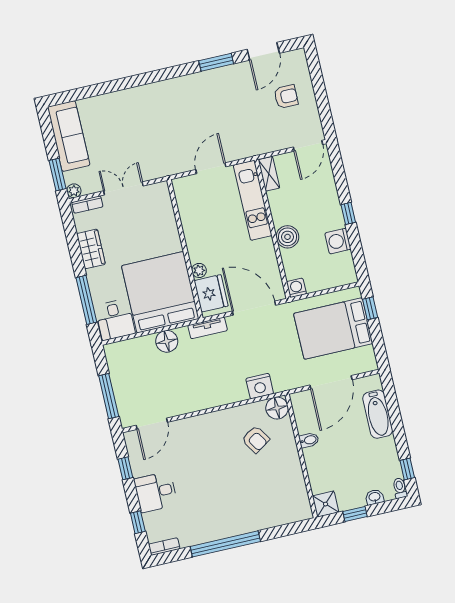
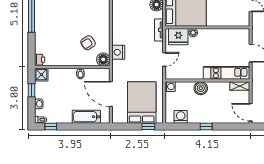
washing machine: (338, 241) -> (181, 117), moved
door: (254, 308) -> (164, 59), width x0.53
printer: (302, 512) -> (40, 60), added

